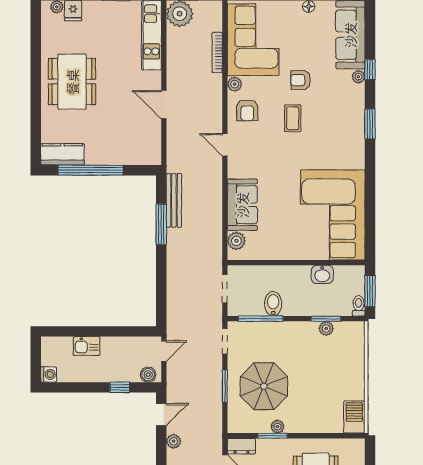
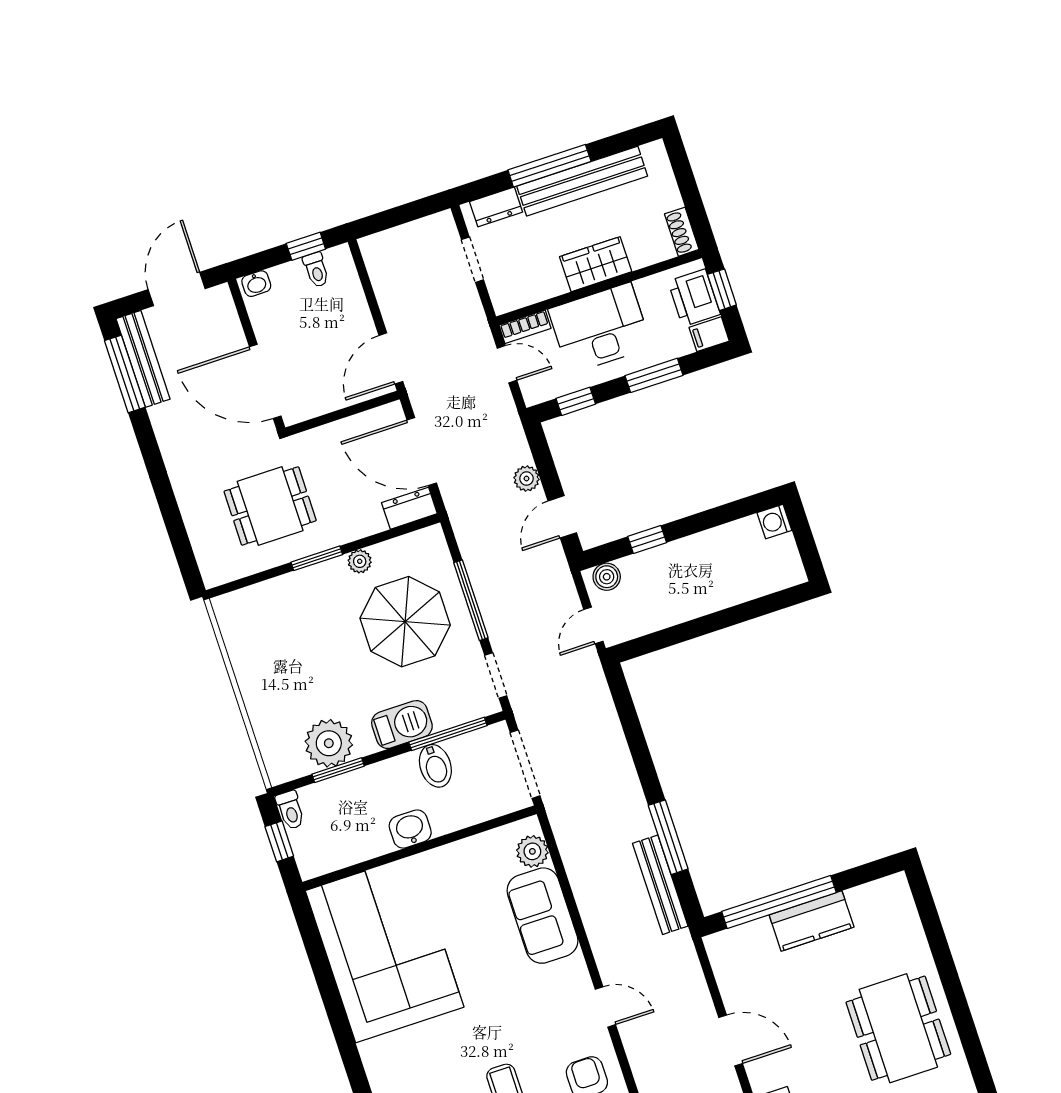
kitchen counter: (62, 154) -> (812, 921), moved
window: (91, 170) -> (779, 902), moved
washbasin: (322, 274) -> (410, 829), moved
doorway: (225, 289) -> (525, 764), width x1.38
window: (370, 291) -> (279, 841), width x0.67
plant: (326, 328) -> (329, 743), width x1.88, depth x1.88
kitchen sink: (87, 346) -> (726, 591), removed
window: (225, 386) -> (471, 600), width x1.44
barbecue: (354, 417) -> (402, 725), moved, turned -90
window: (273, 436) -> (317, 558), moved

